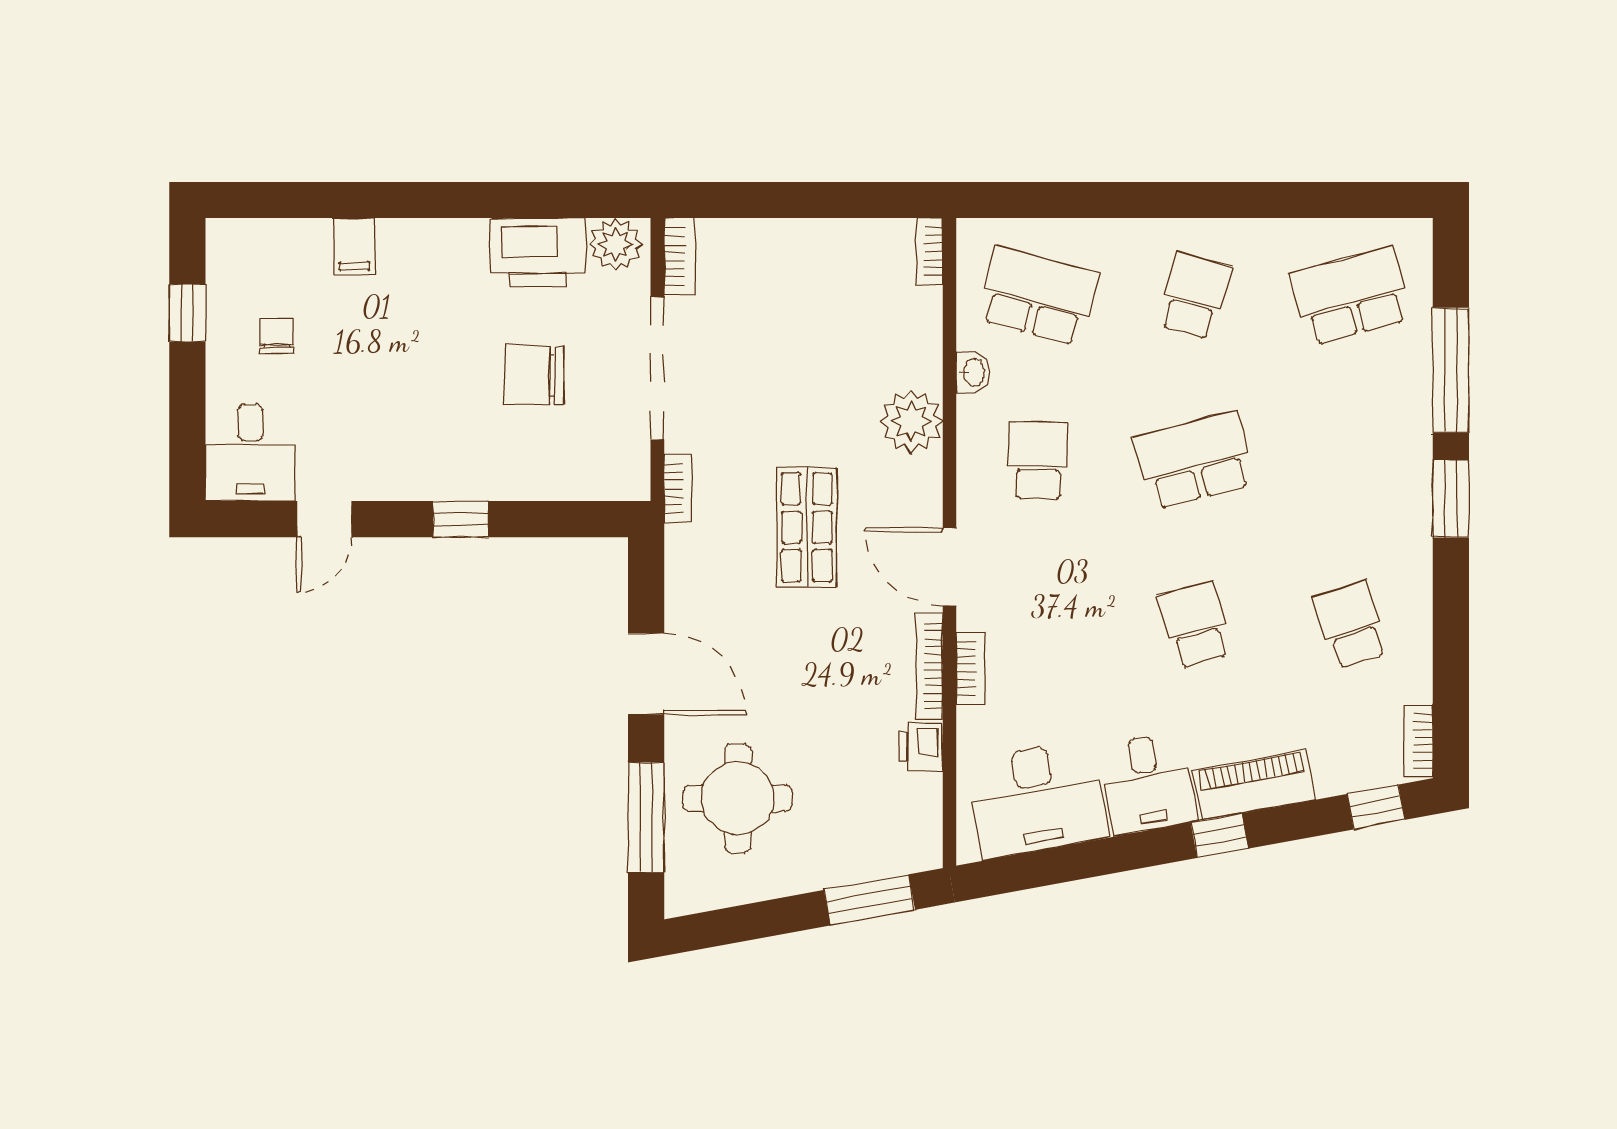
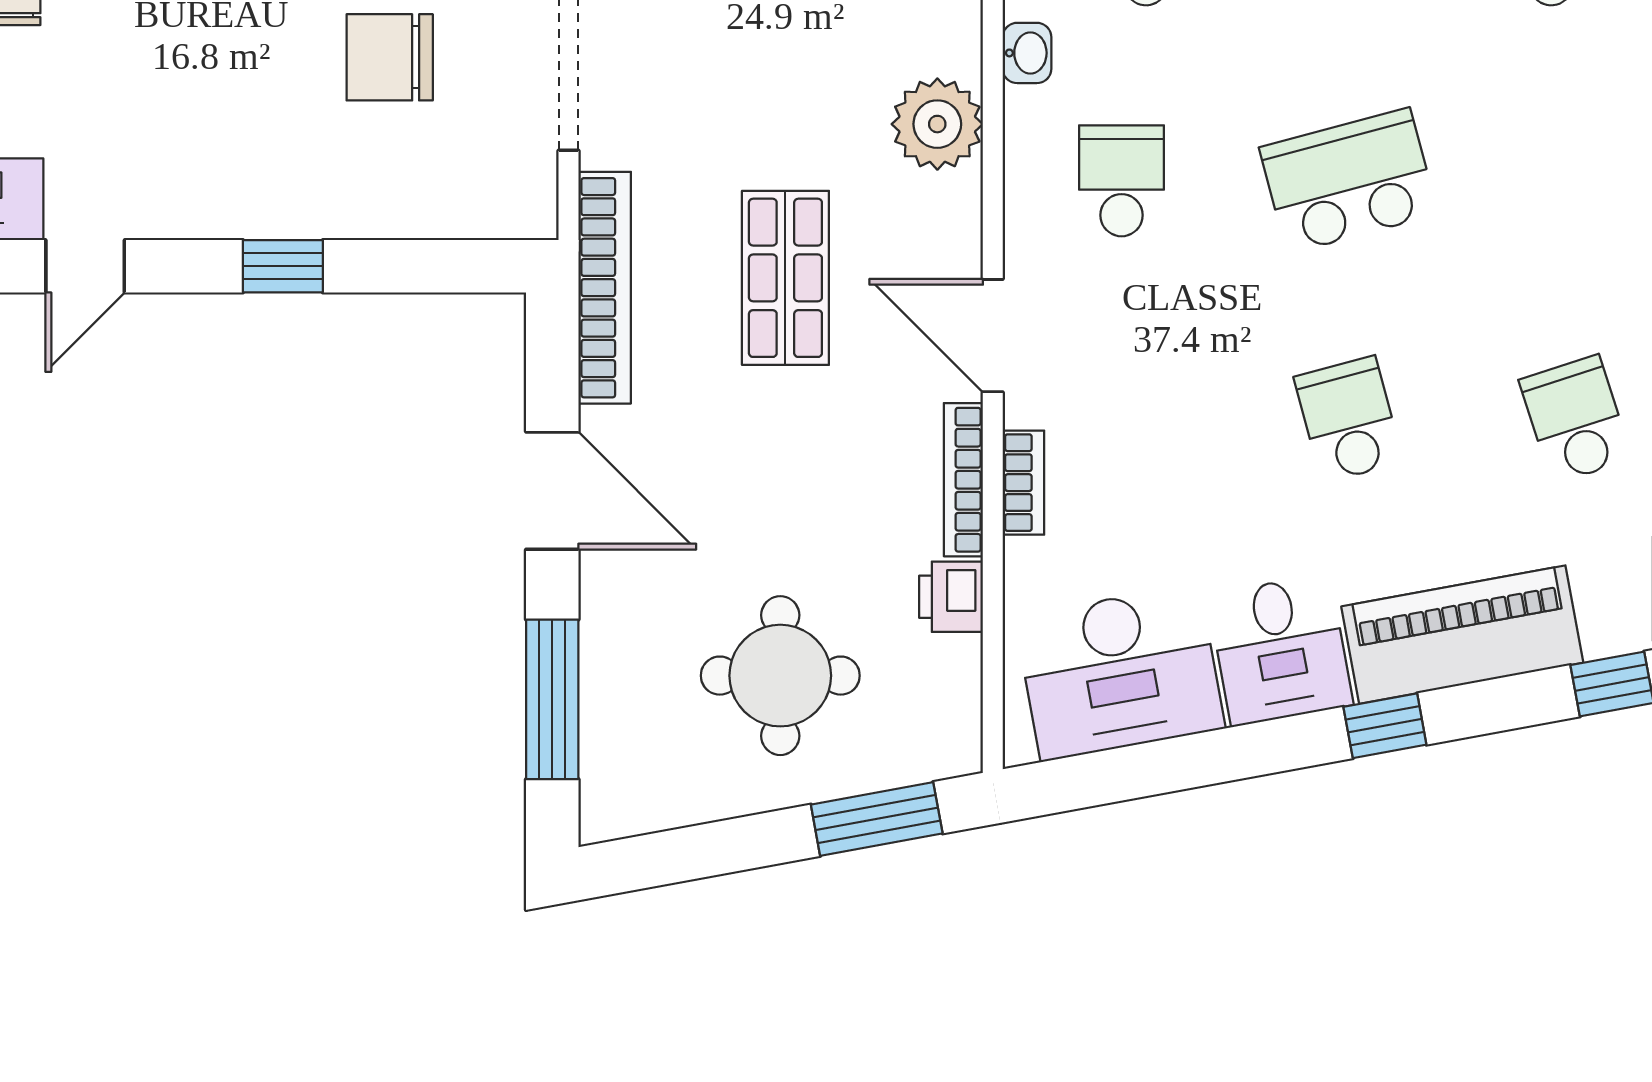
bookcase: (678, 489) -> (605, 288), width x2.31, depth x1.31
piano: (1254, 785) -> (1462, 635), width x1.37, depth x1.33
round table: (738, 798) -> (780, 676), moved

